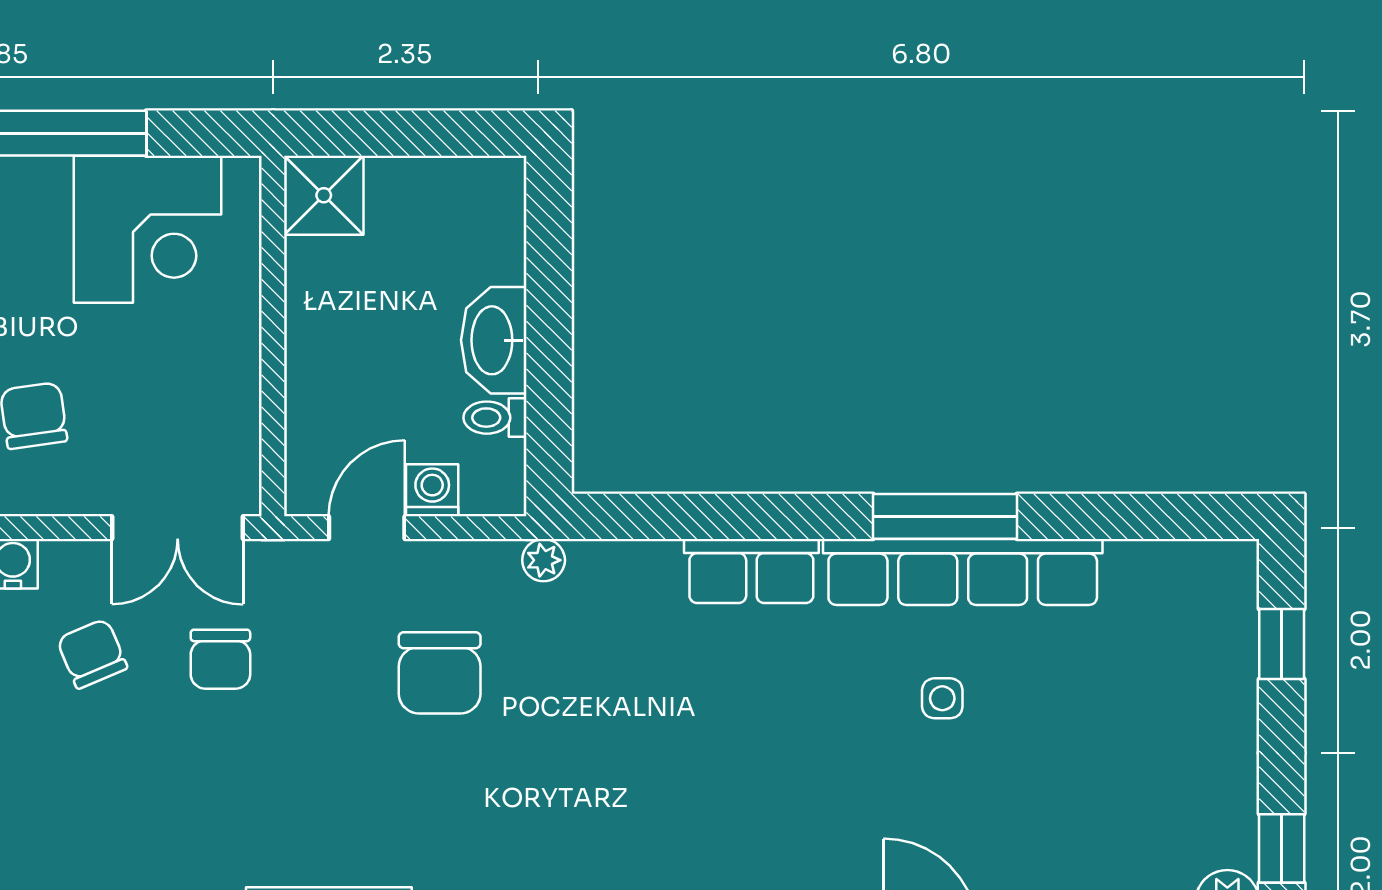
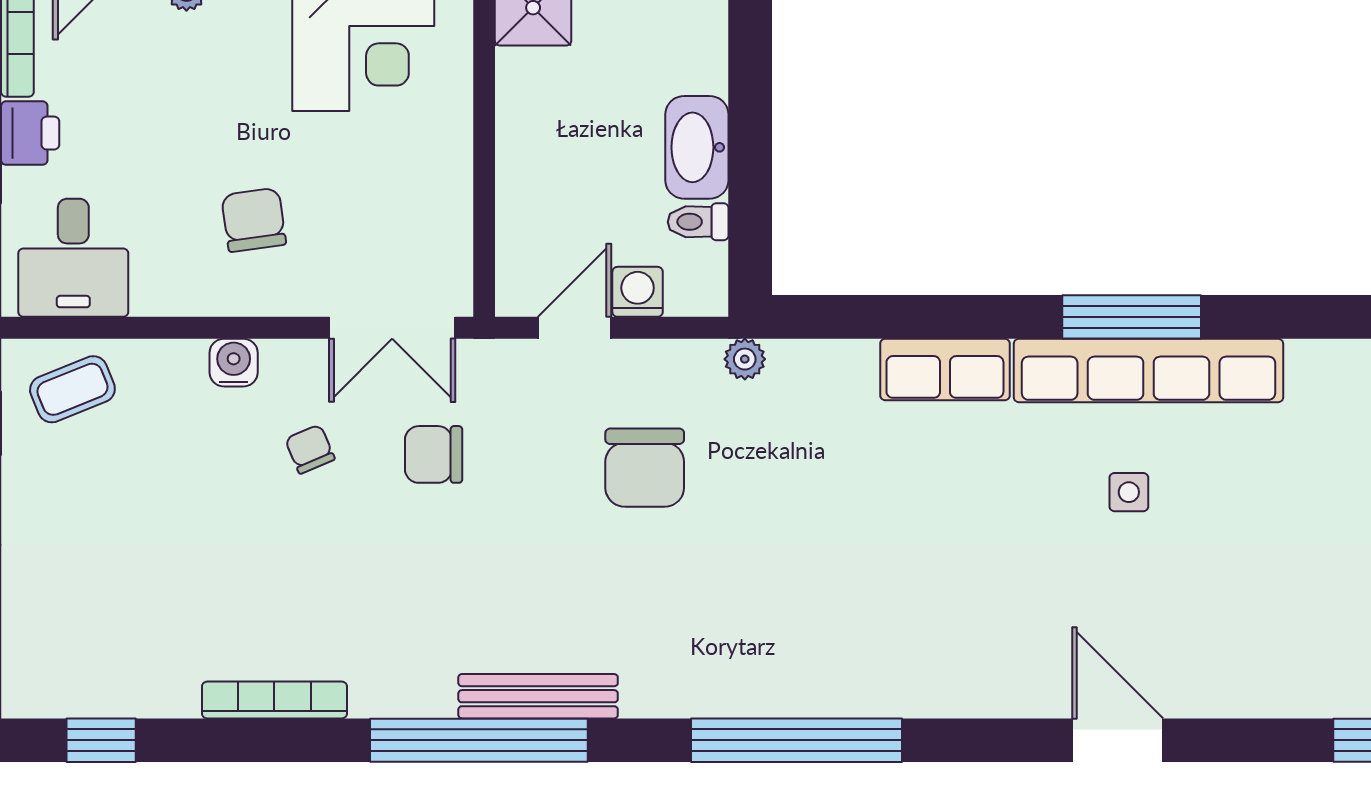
chair: (92, 654) -> (310, 449), width x0.73, depth x0.73
chair: (220, 659) -> (434, 454), turned 90

